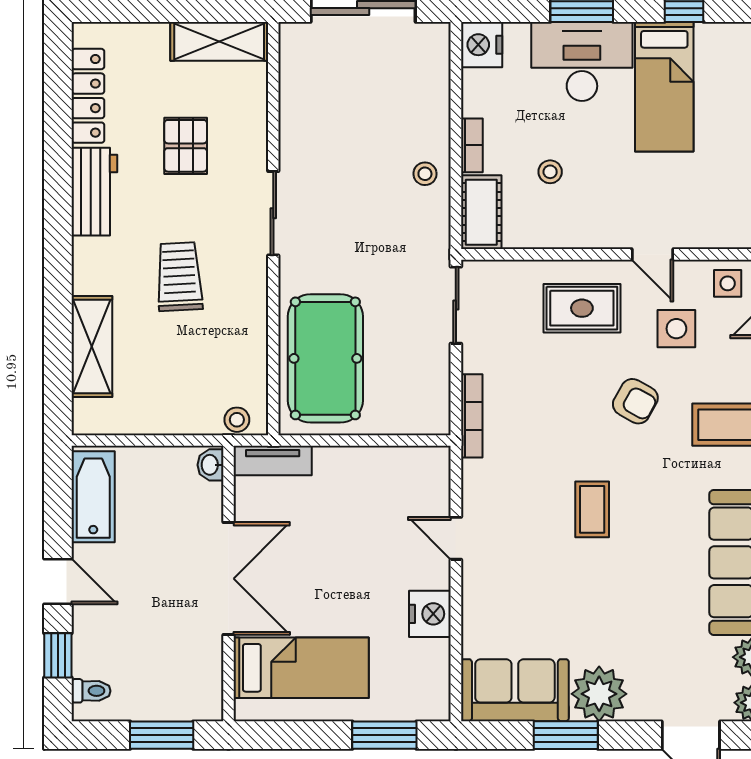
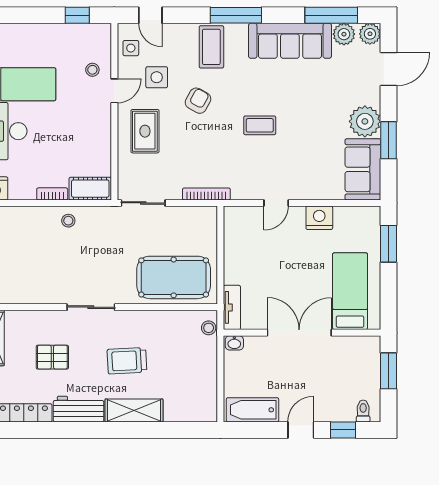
stool: (550, 172) -> (92, 70), moved
shelving: (92, 347) -> (134, 411), moved

